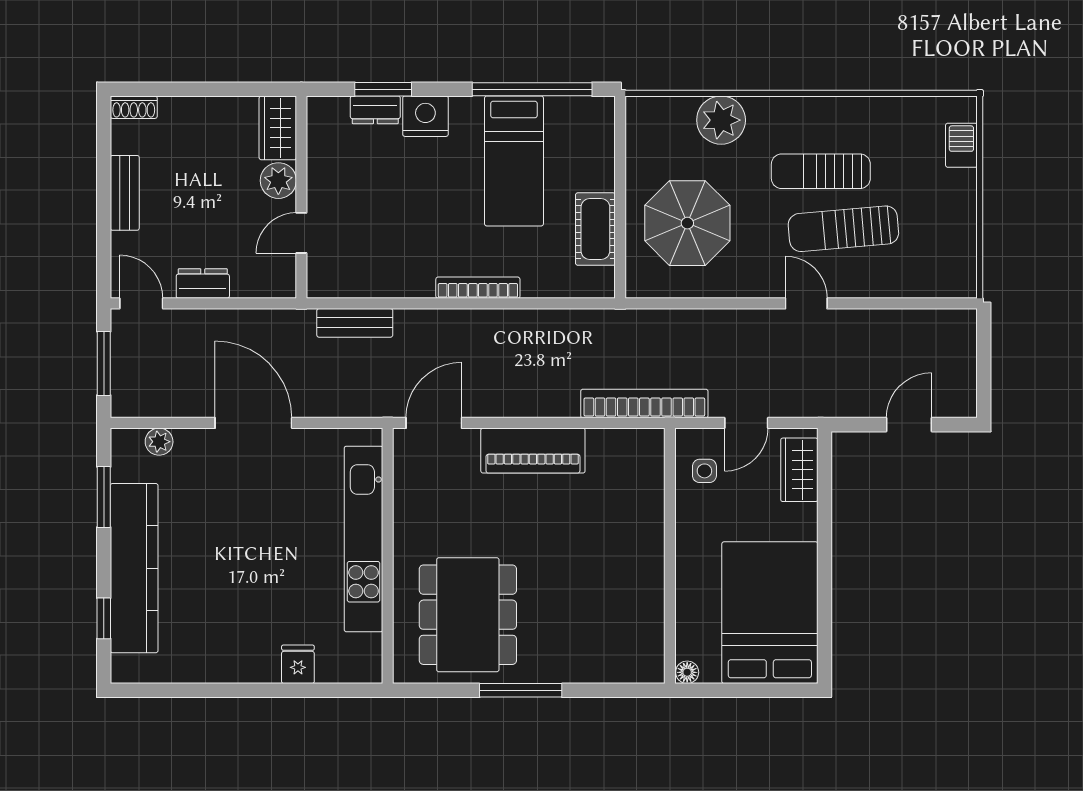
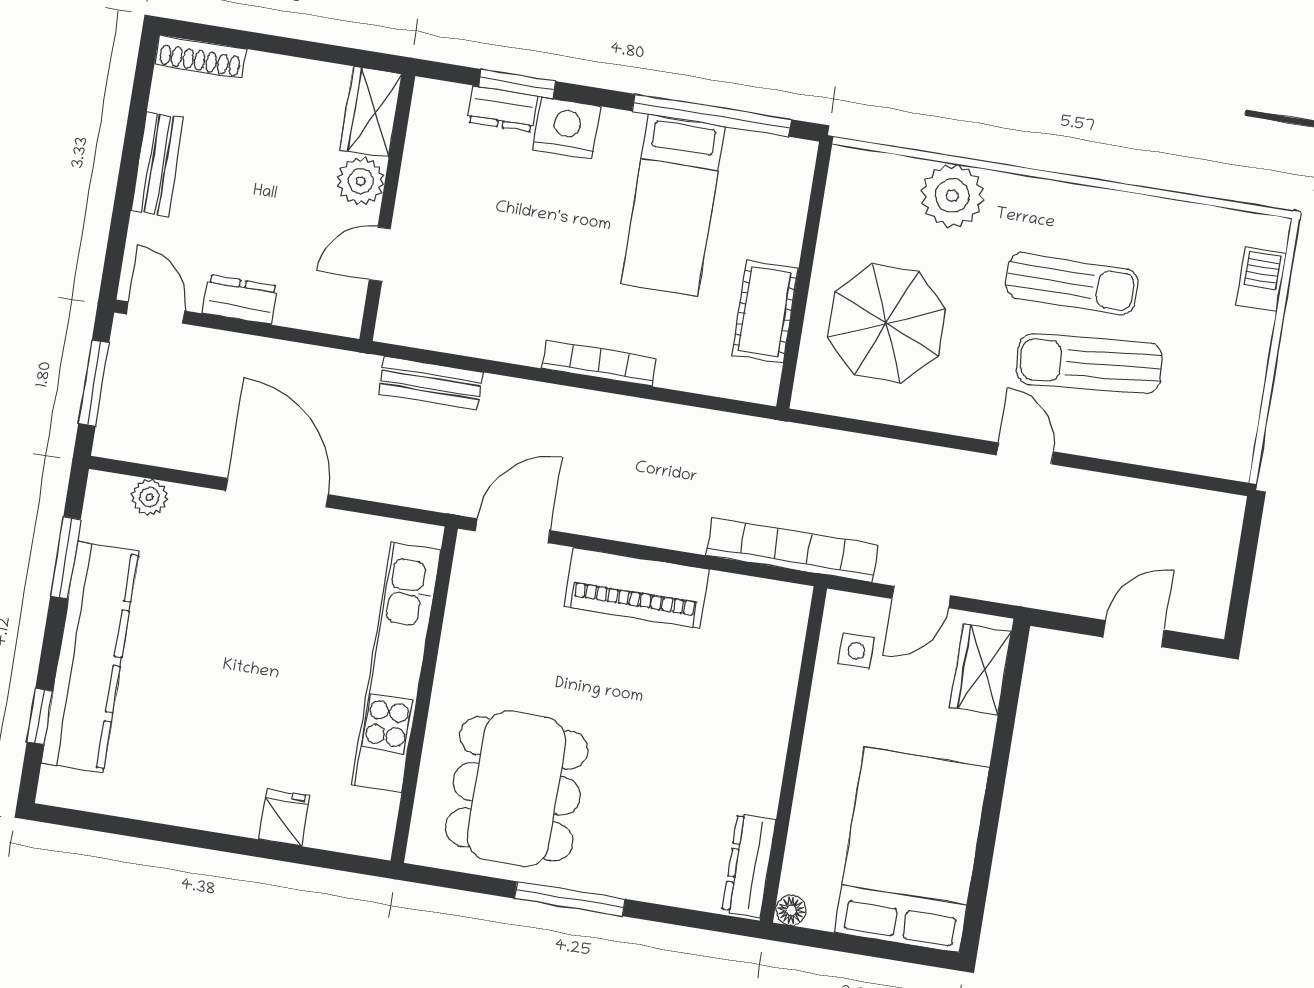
shoe rack: (134, 107) -> (200, 57), width x1.43
sun lounger: (821, 171) -> (1072, 284), turned 180
dresser: (650, 644) -> (749, 865), added

